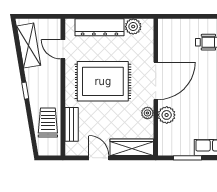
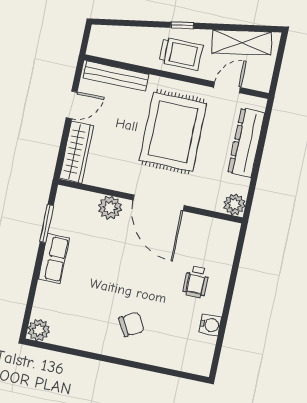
plant: (133, 27) -> (234, 204), moved
plant: (147, 113) -> (118, 183), removed
trolley: (48, 123) -> (181, 54), moved
bench: (72, 124) -> (116, 76), width x1.36

